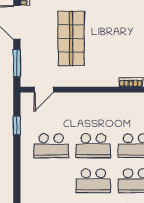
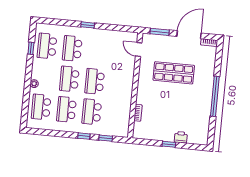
window: (17, 126) -> (88, 25), moved
school desk: (51, 146) -> (72, 48), moved

